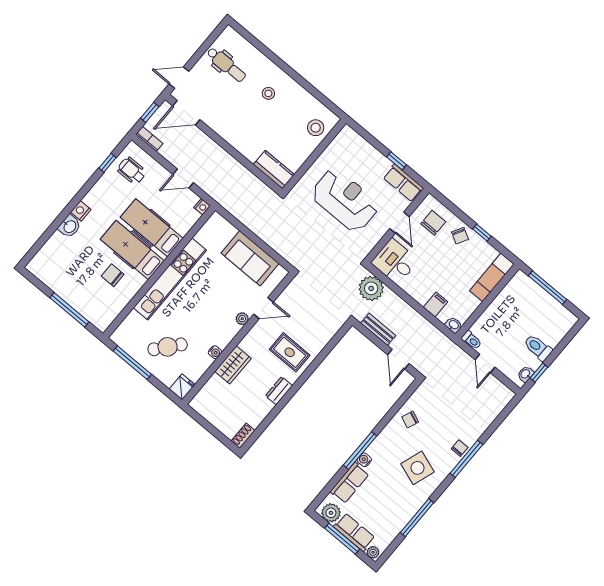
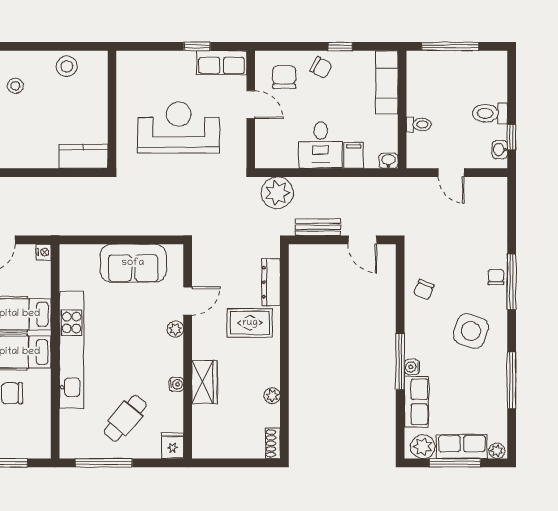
stool: (316, 128) -> (67, 66), moved
desk: (395, 262) -> (321, 145), moved, turned -90
toilet: (472, 340) -> (419, 124), moved
dresser: (279, 391) -> (271, 282), moved, width x1.44
plant: (267, 407) -> (272, 396), added

